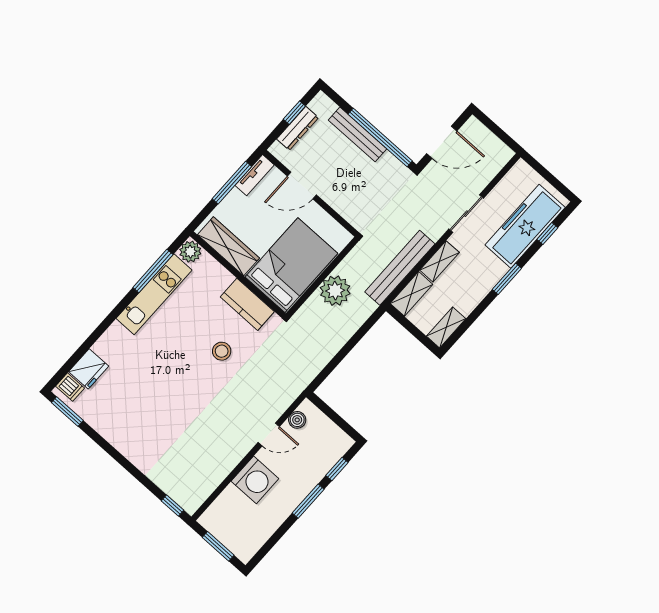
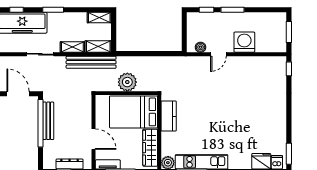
bench: (357, 134) -> (48, 121), moved
stool: (222, 351) -> (200, 109), removed
door: (269, 434) -> (218, 54), swing flipped

